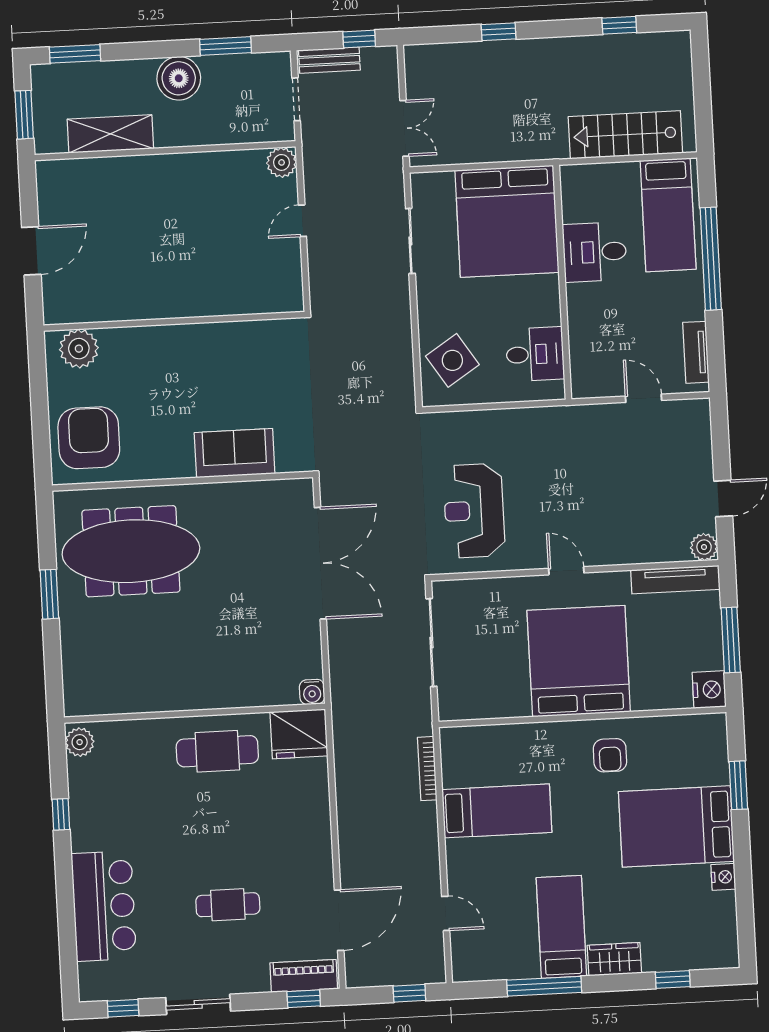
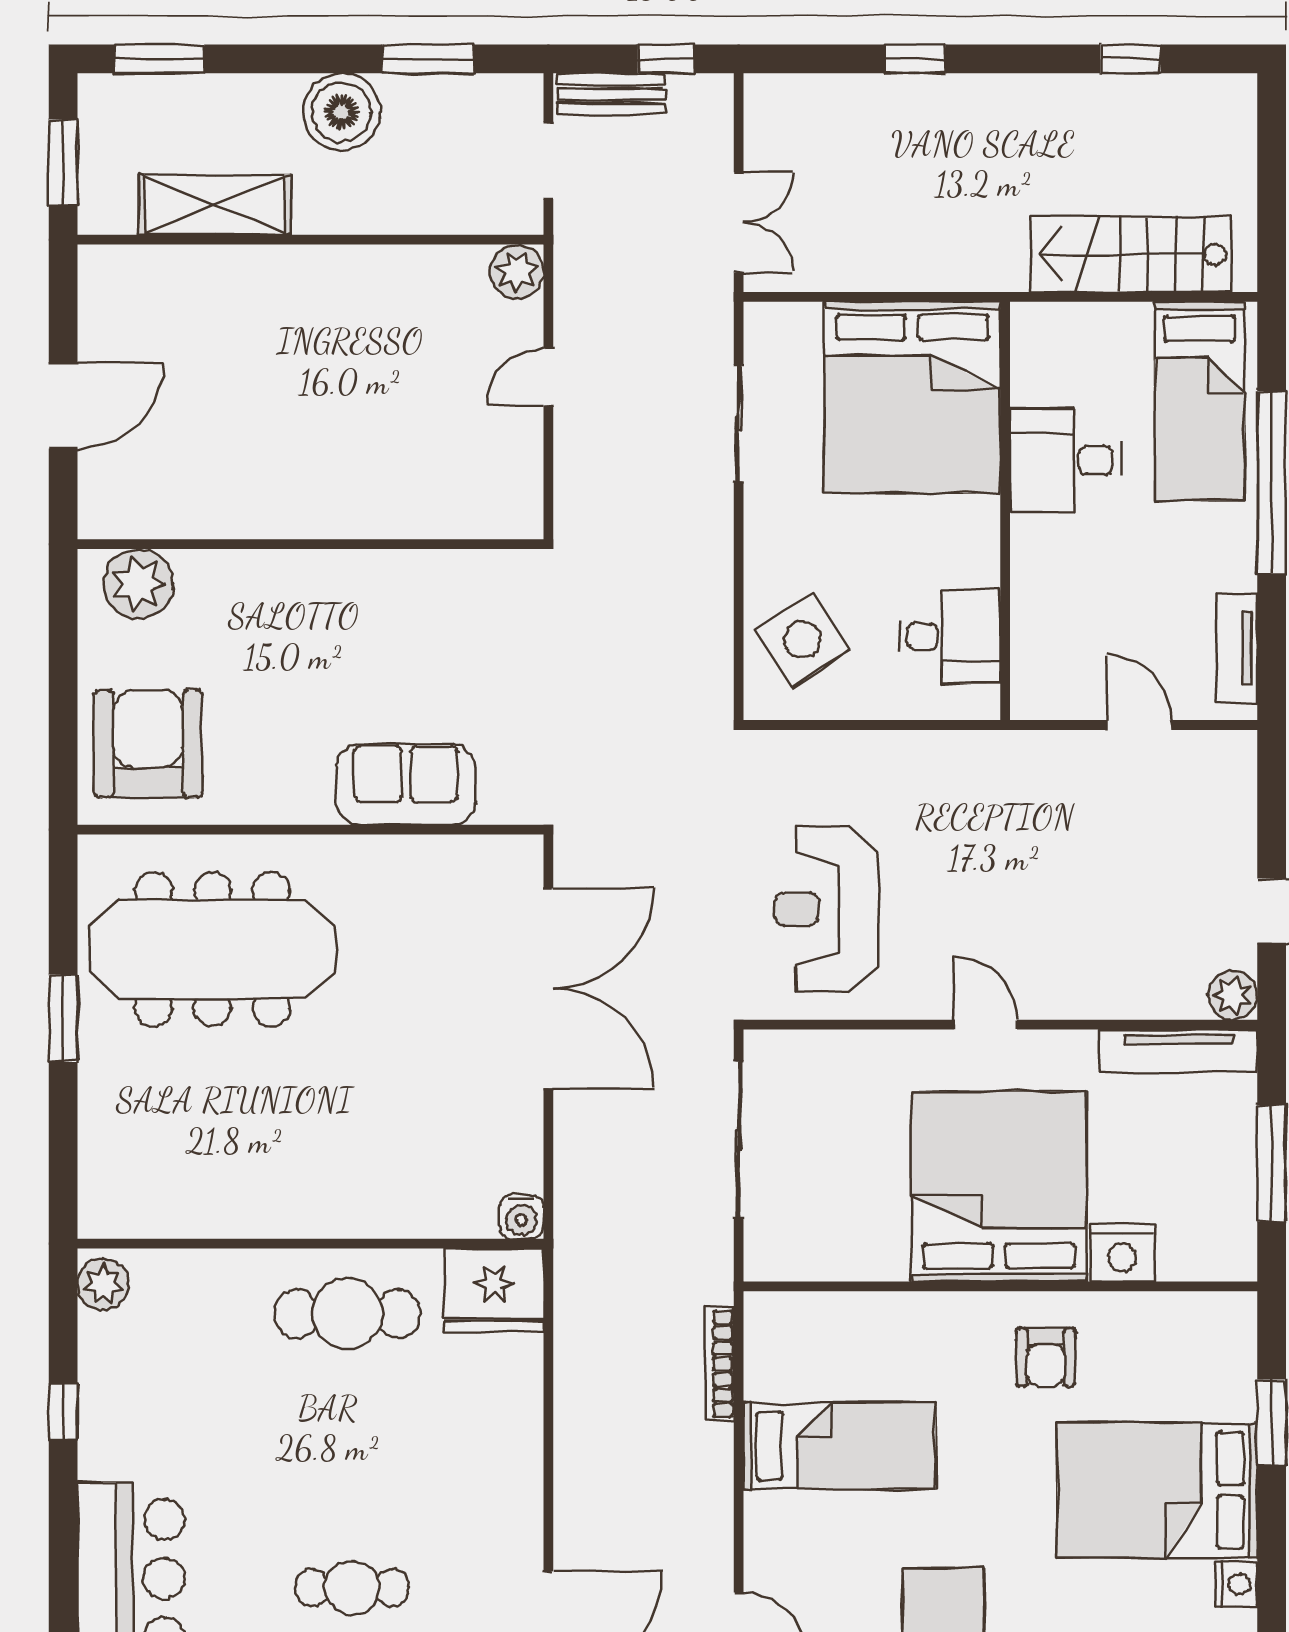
nightstand: (709, 690) -> (1122, 1253), moved, turned 90

